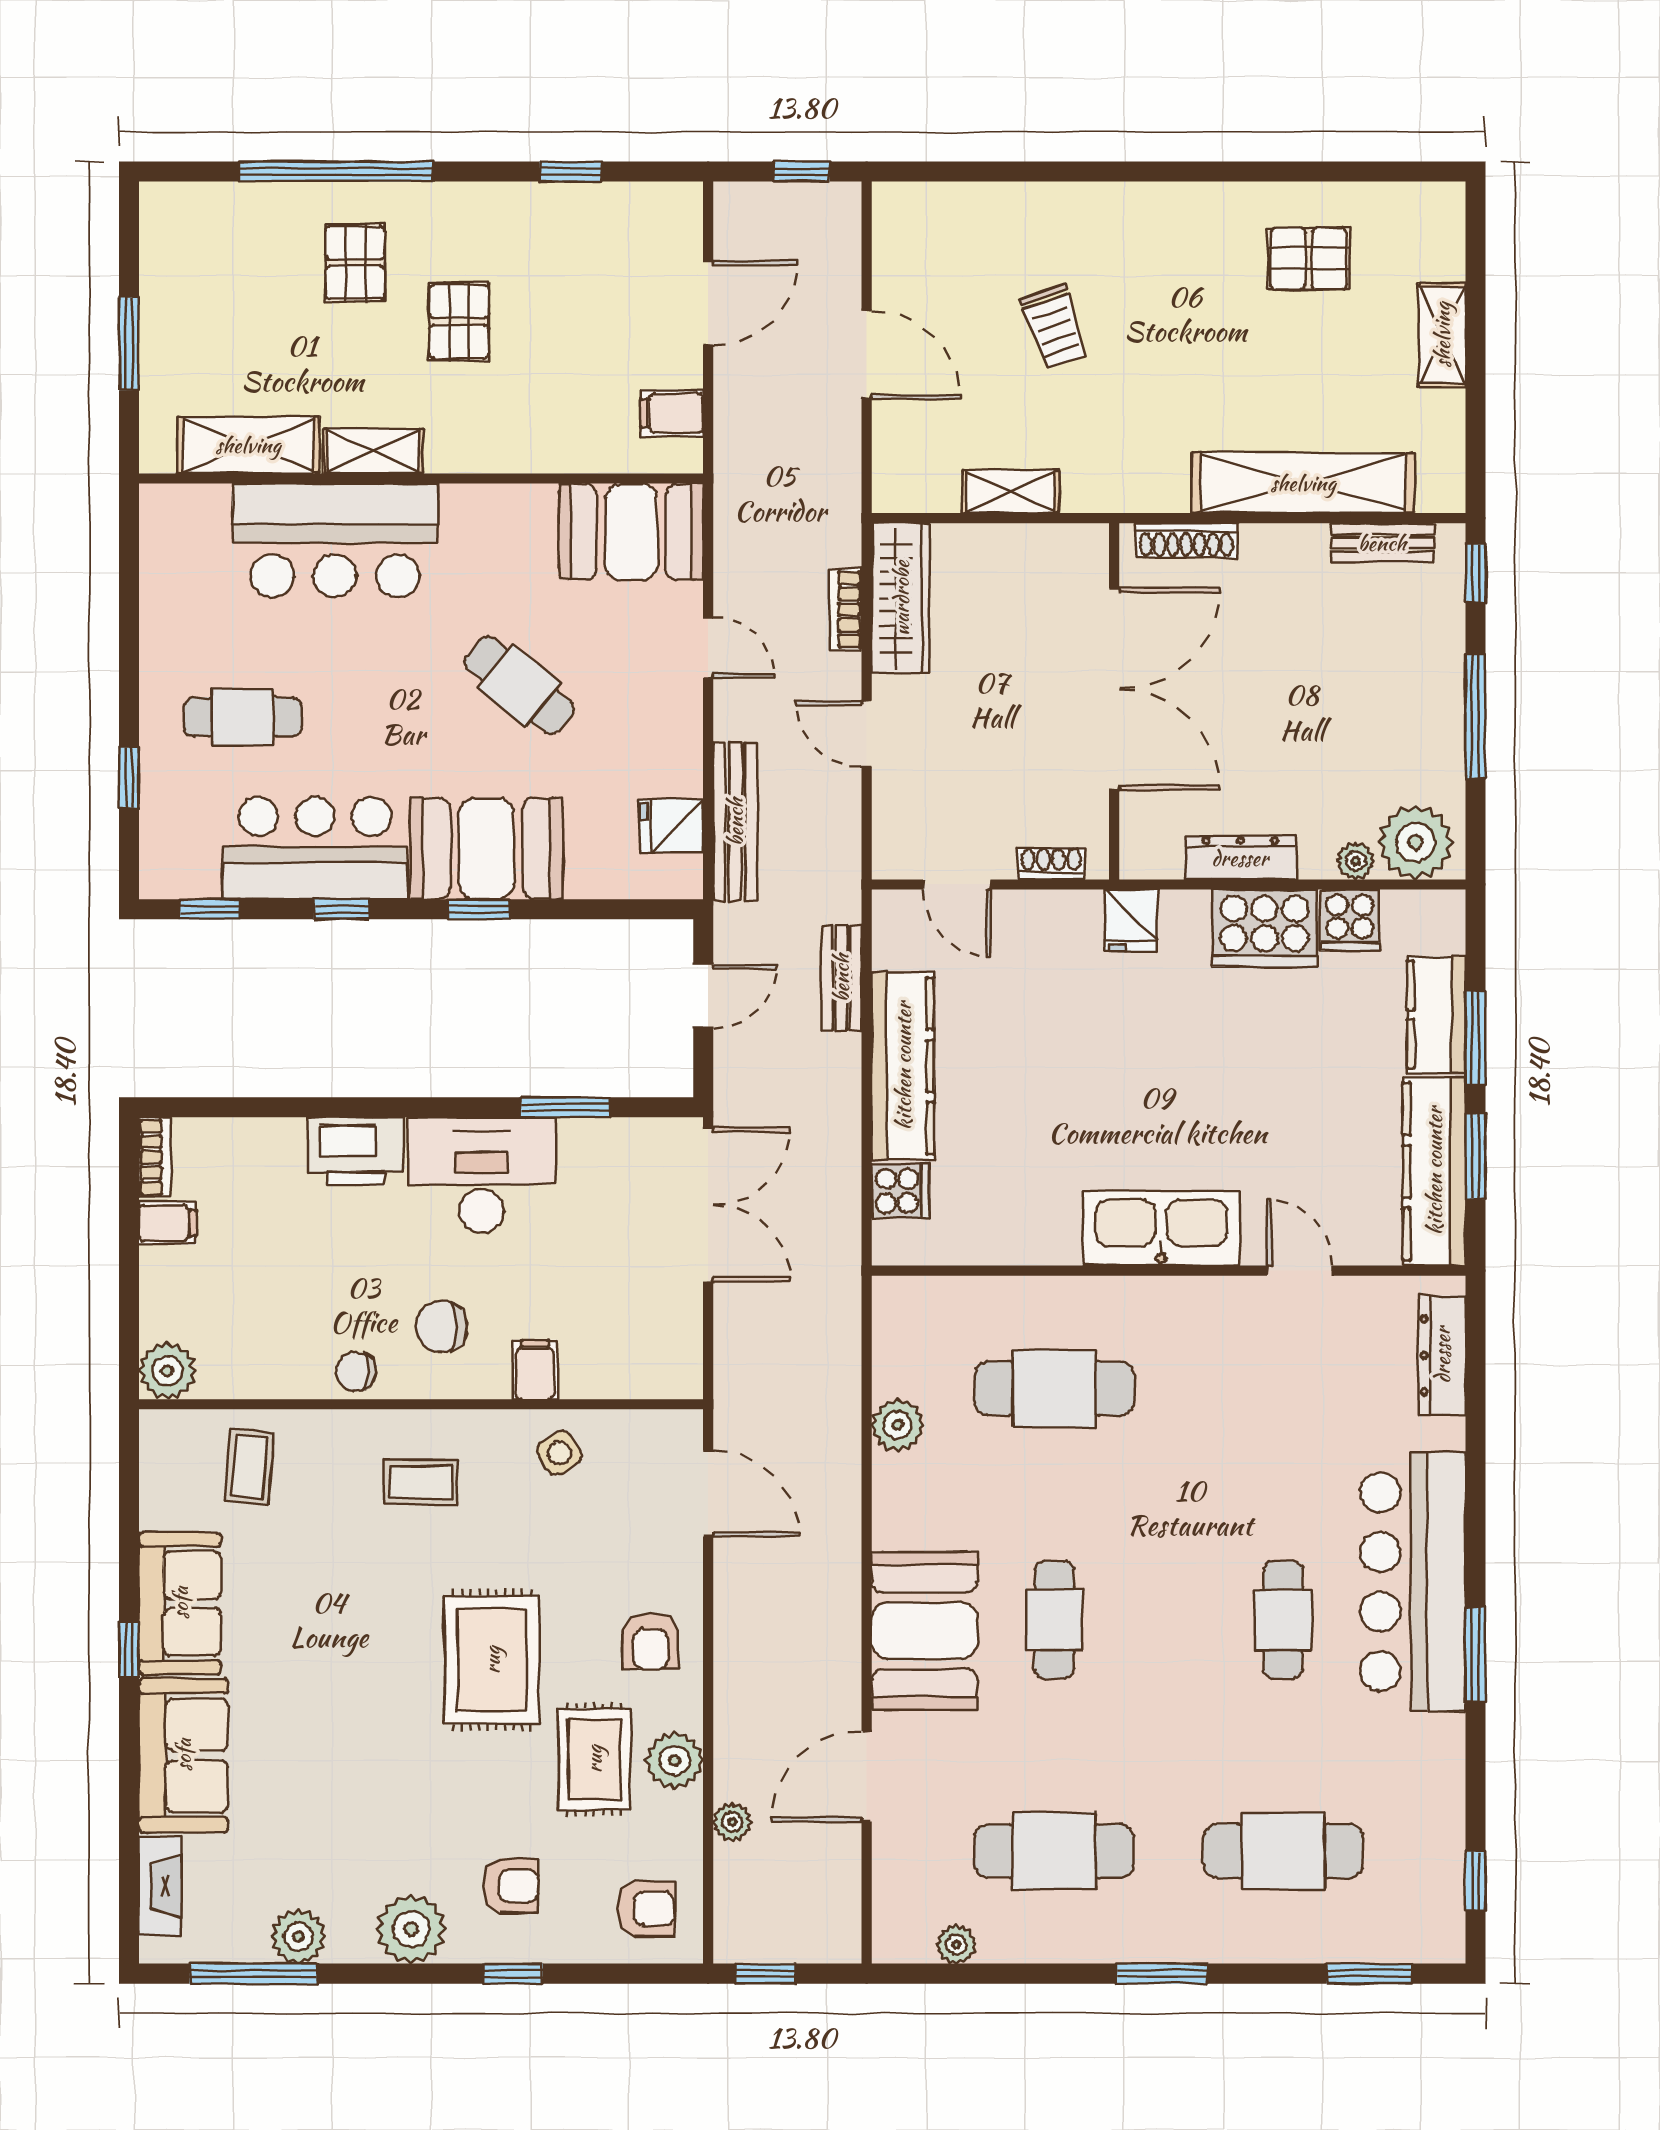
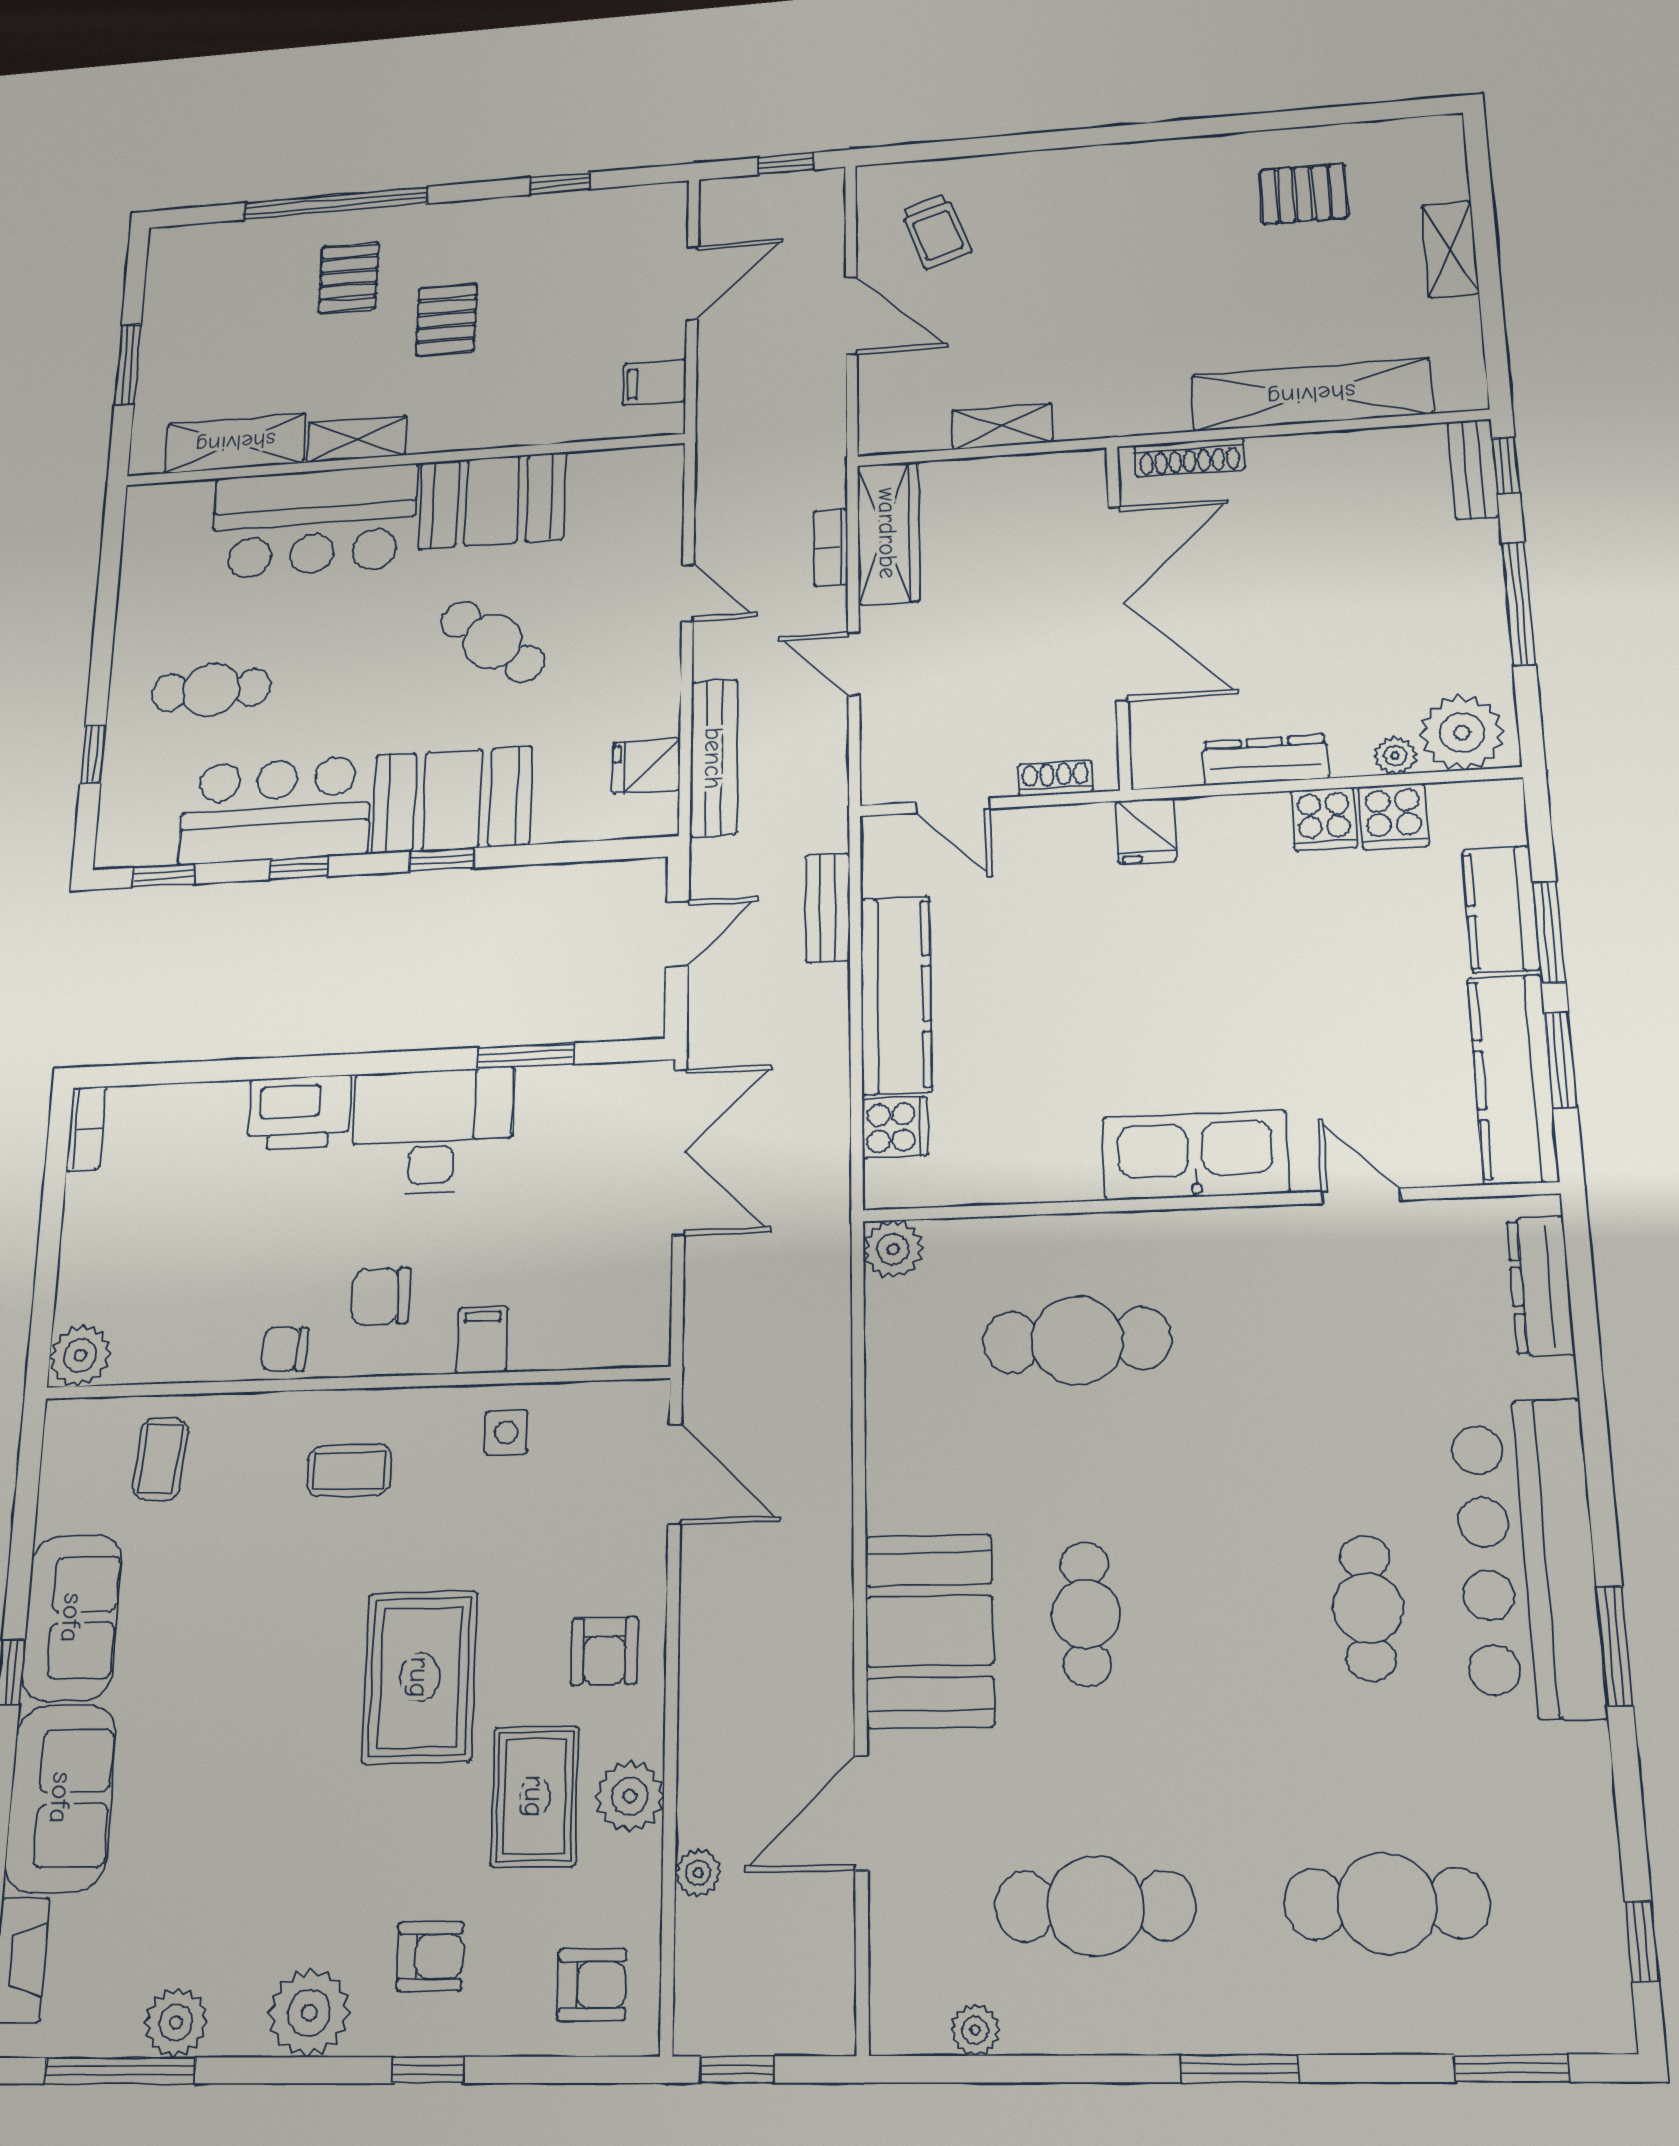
trolley: (1054, 327) -> (936, 231), moved
booth: (631, 532) -> (492, 501), moved
bench: (1382, 543) -> (1473, 469), moved, turned 90
cooker: (1265, 928) -> (1324, 819), width x0.53, depth x0.76
filing cabinet: (168, 1223) -> (94, 1196), removed
plant: (898, 1425) -> (893, 1249), moved
side table: (559, 1453) -> (506, 1433), turned 31

